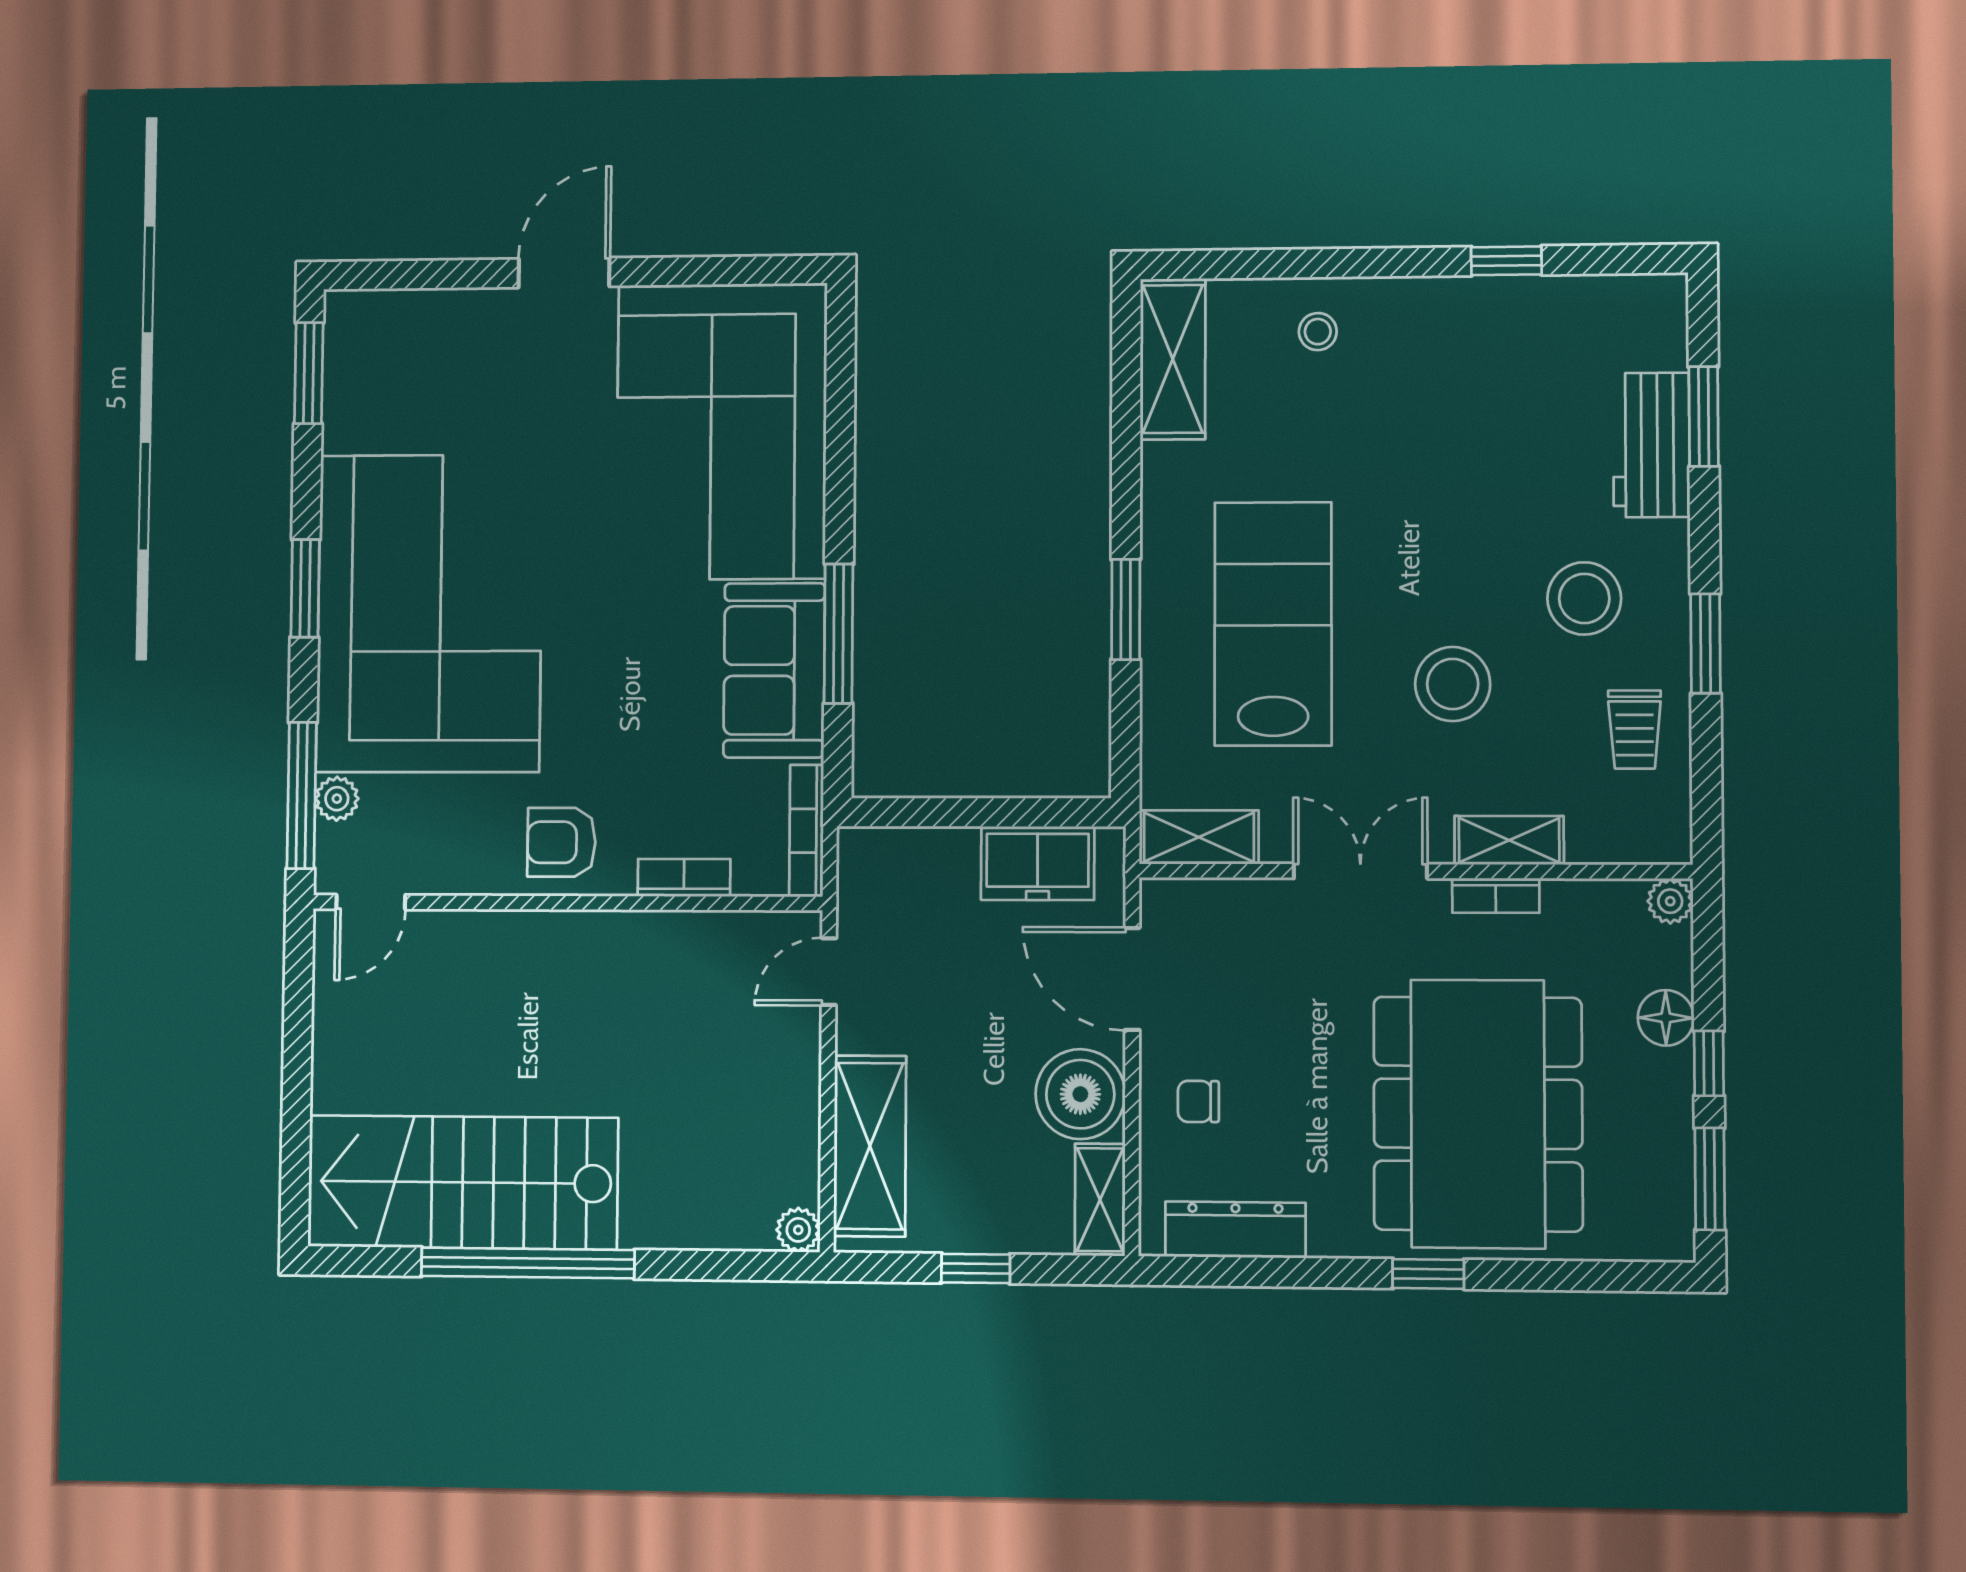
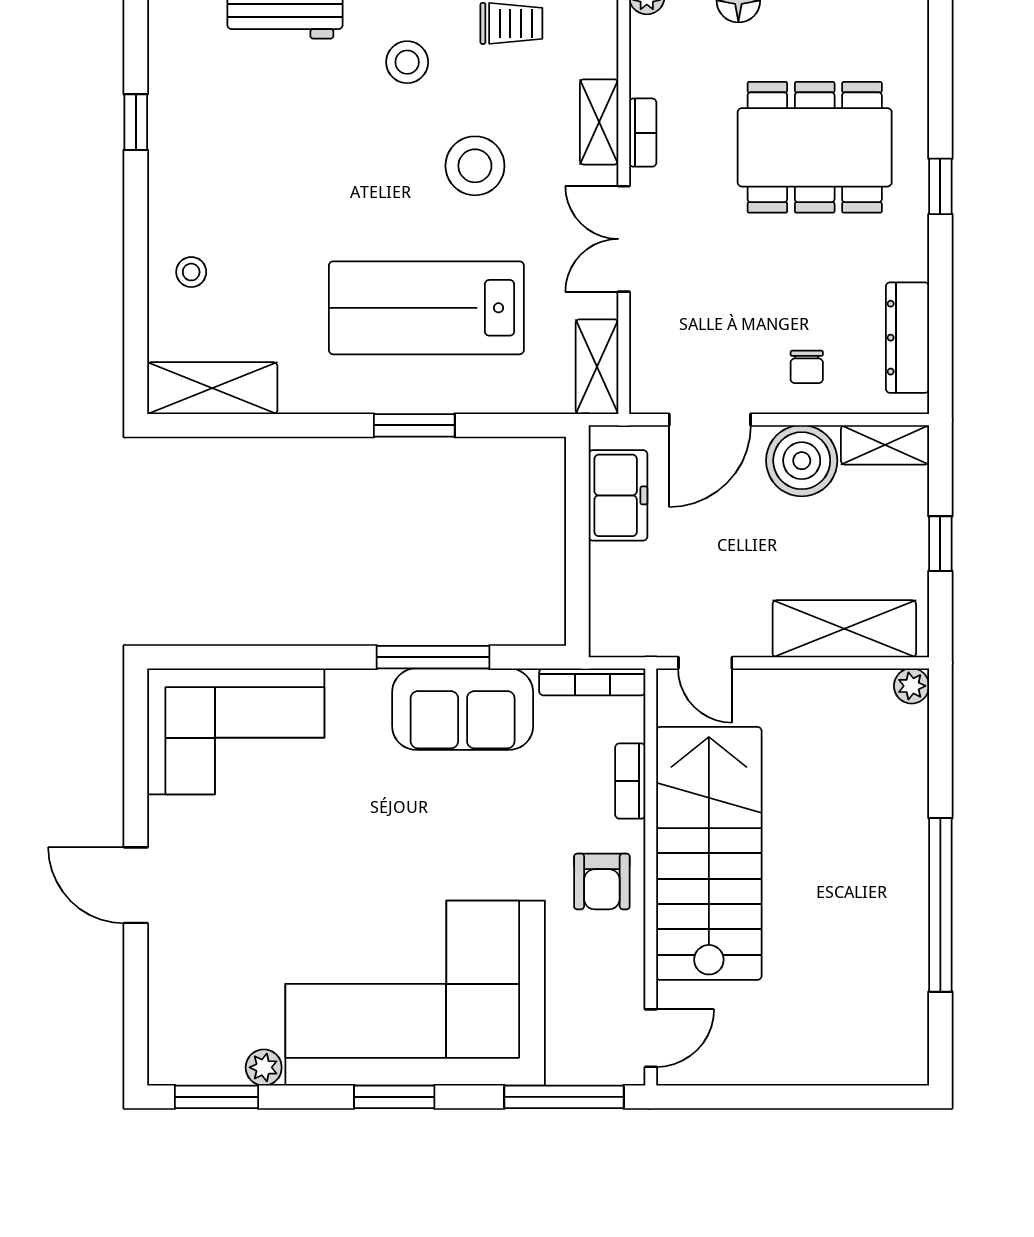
corner sofa: (721, 432) -> (236, 731), width x0.73, depth x0.74
stool: (1584, 598) -> (407, 62), width x0.73, depth x0.73
plant: (337, 799) -> (264, 1067), moved
door: (371, 902) -> (651, 1038), hinge flipped
dining table: (1478, 1114) -> (815, 147), width x0.73, depth x0.80
stairs: (463, 1182) -> (709, 853), moved, turned 180

